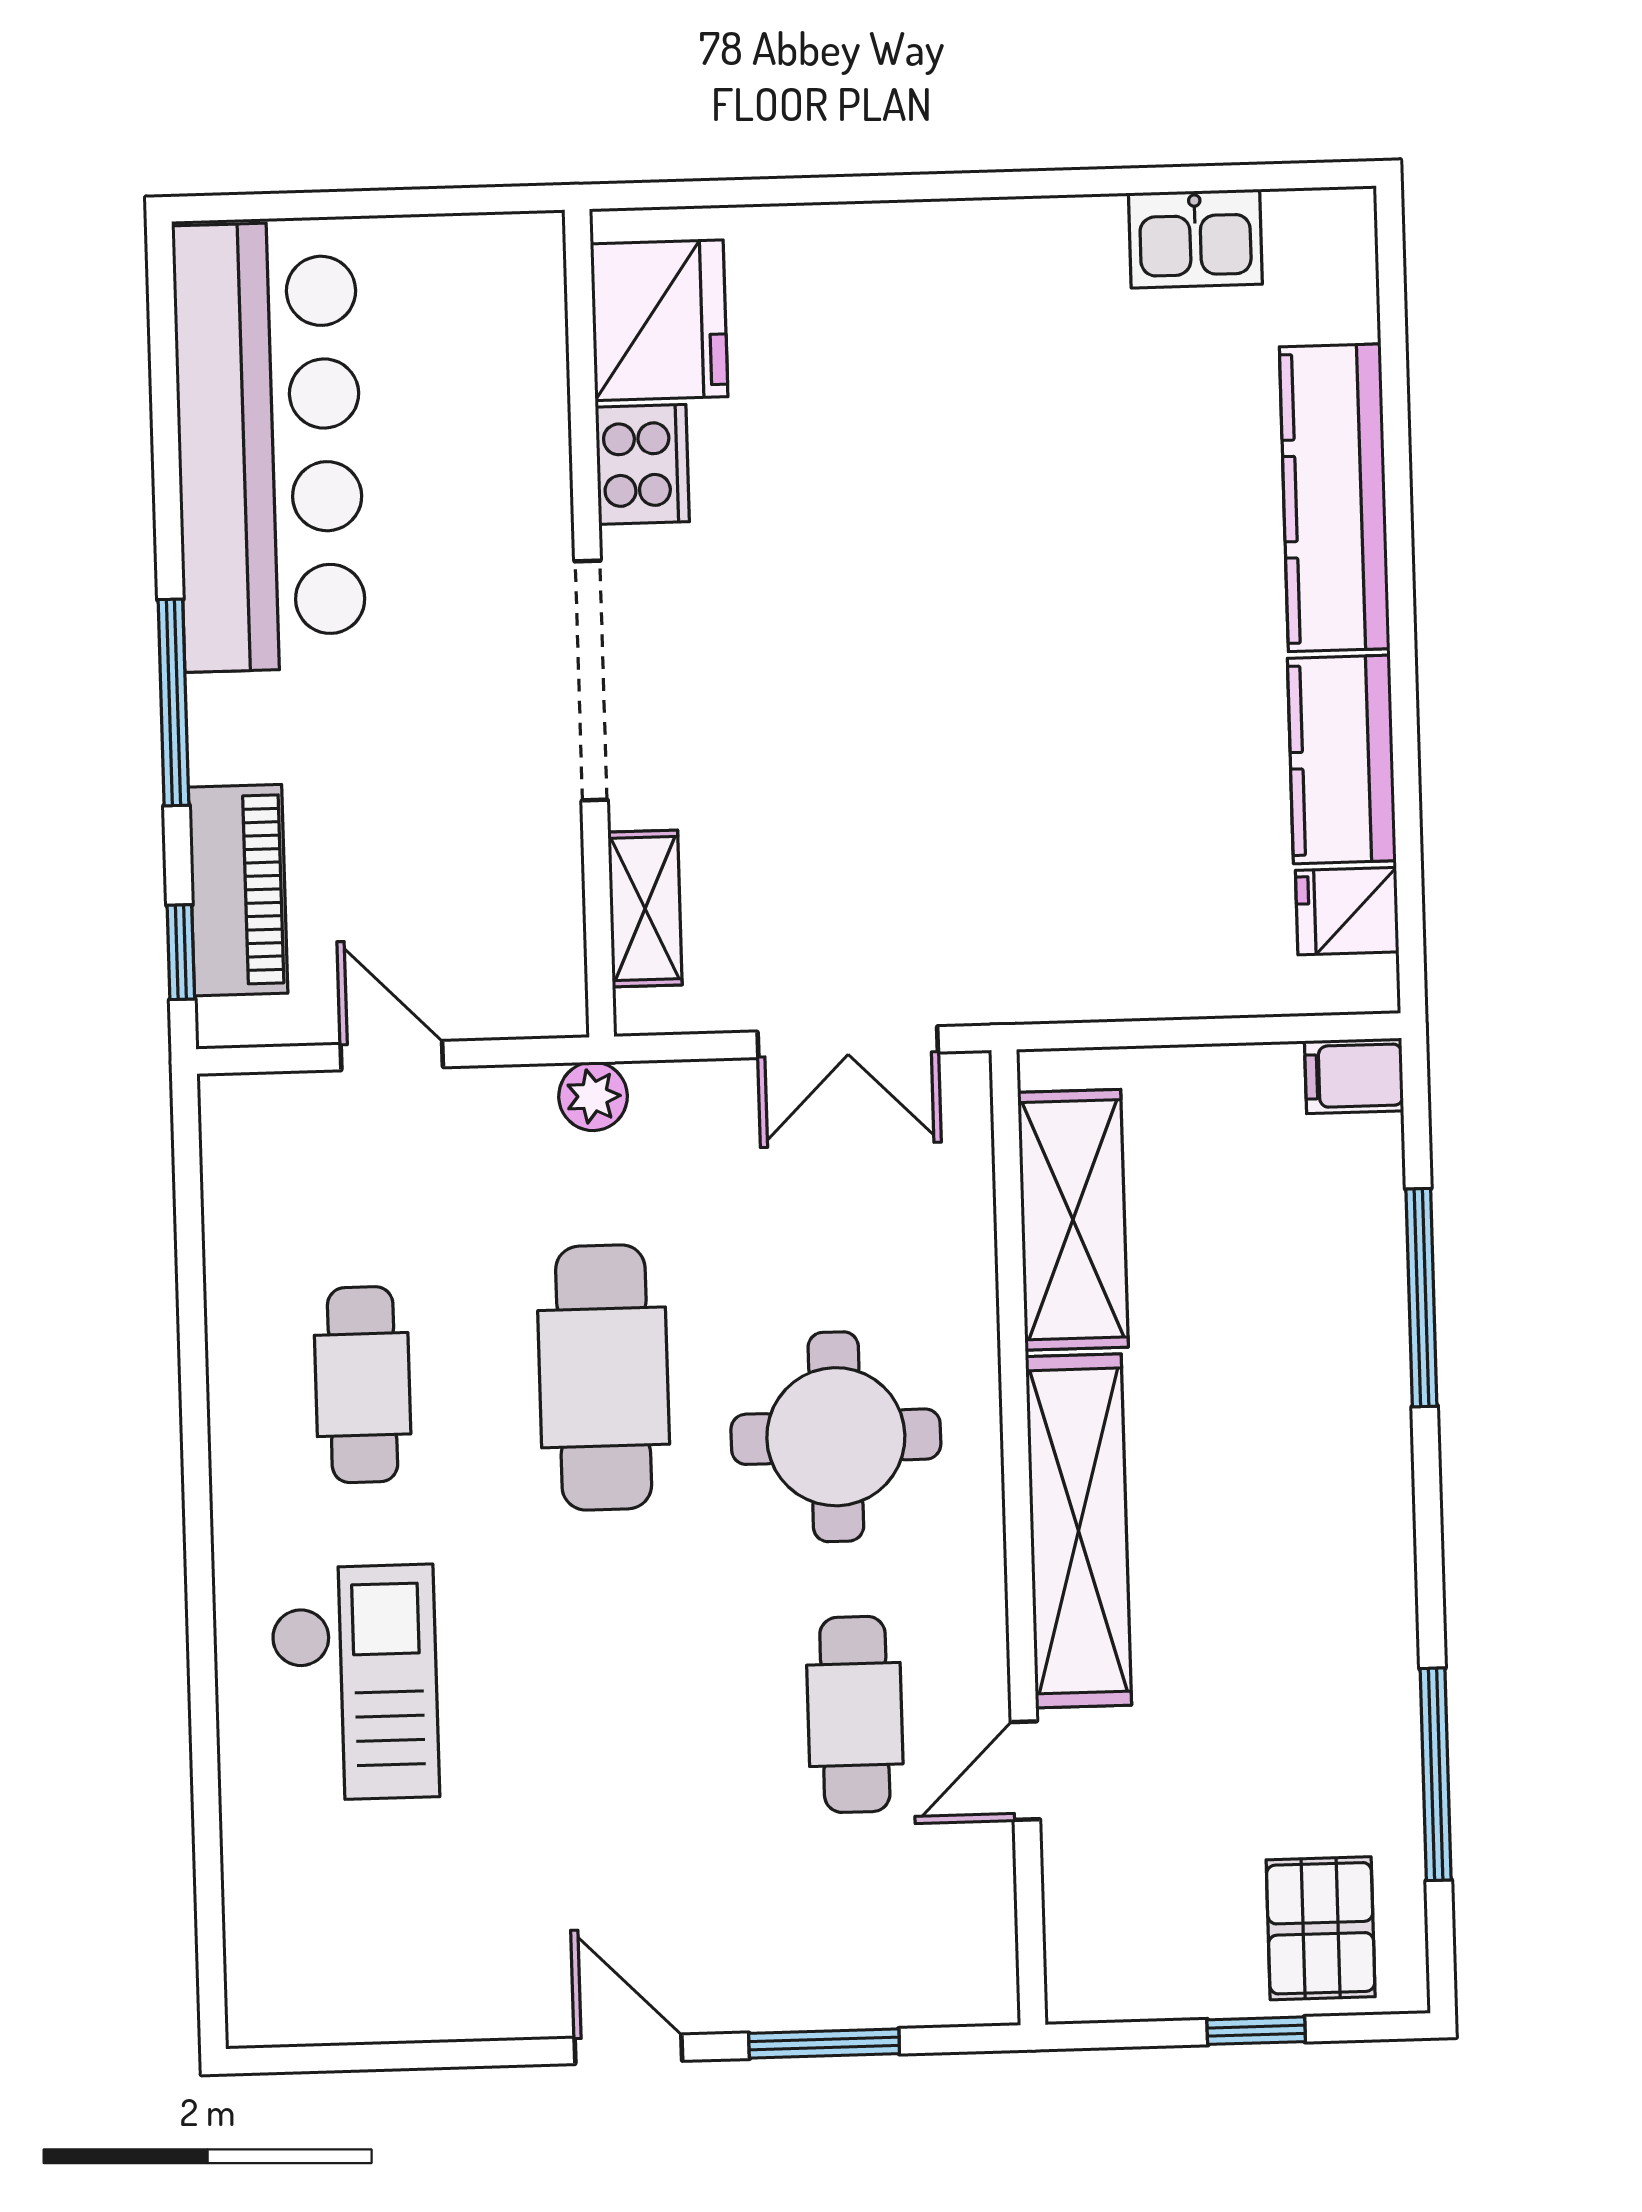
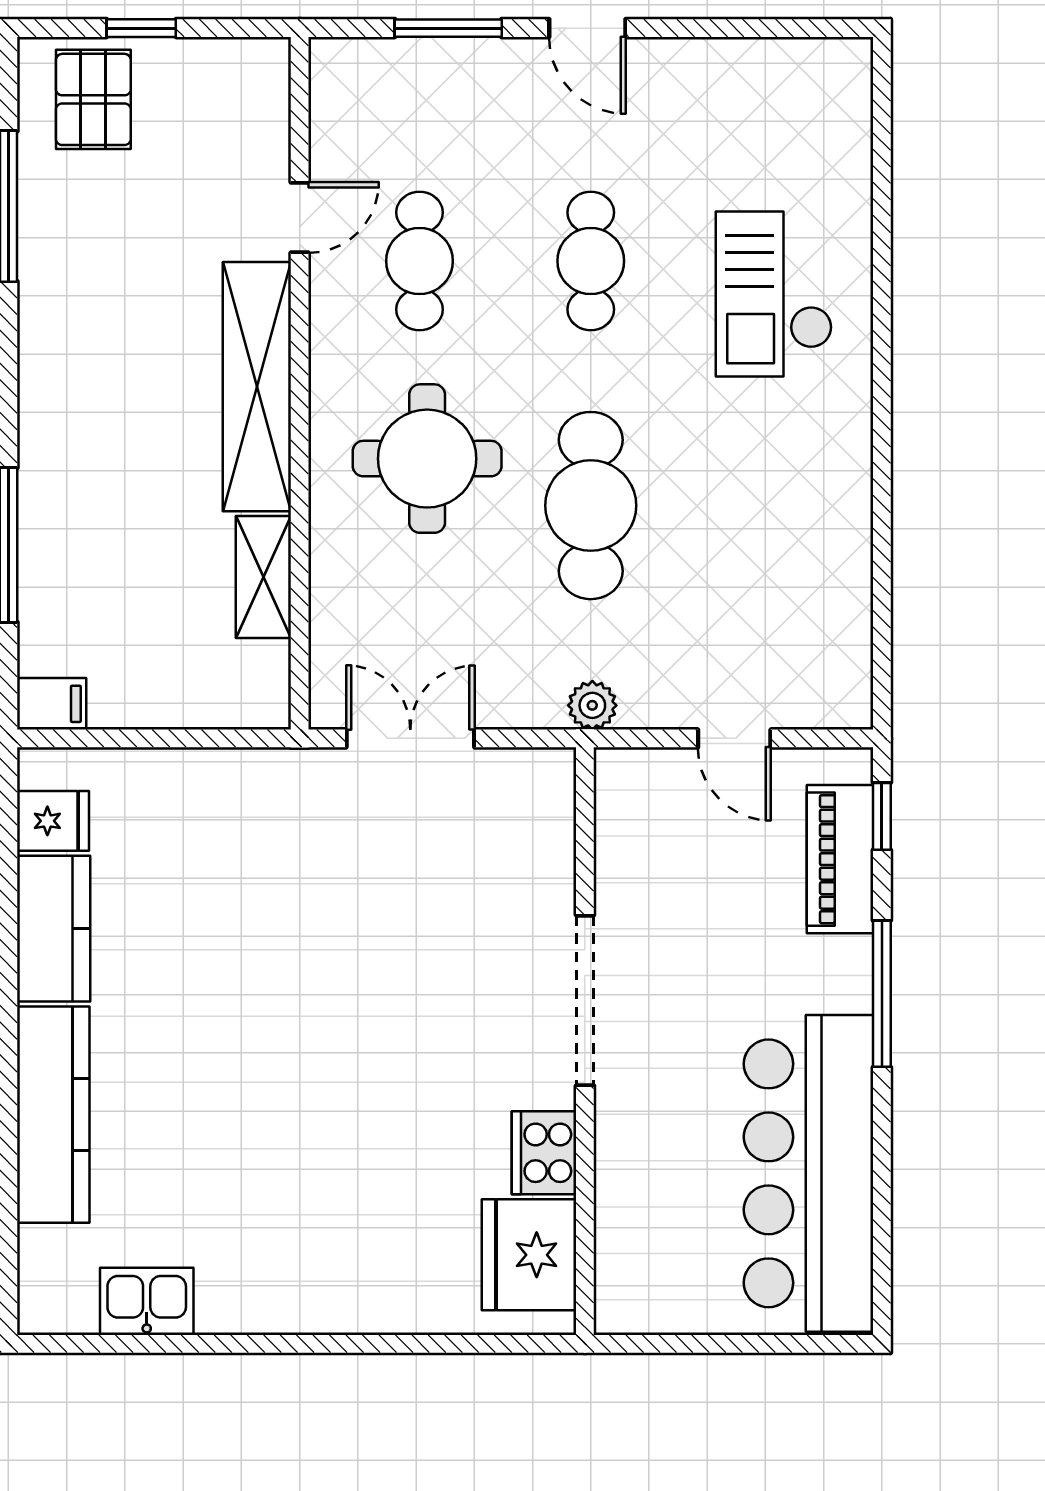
shelving: (645, 909) -> (551, 838), removed
shelving: (1073, 1220) -> (263, 577), width x0.67, depth x0.75
cafe table: (363, 1385) -> (591, 261), moved

